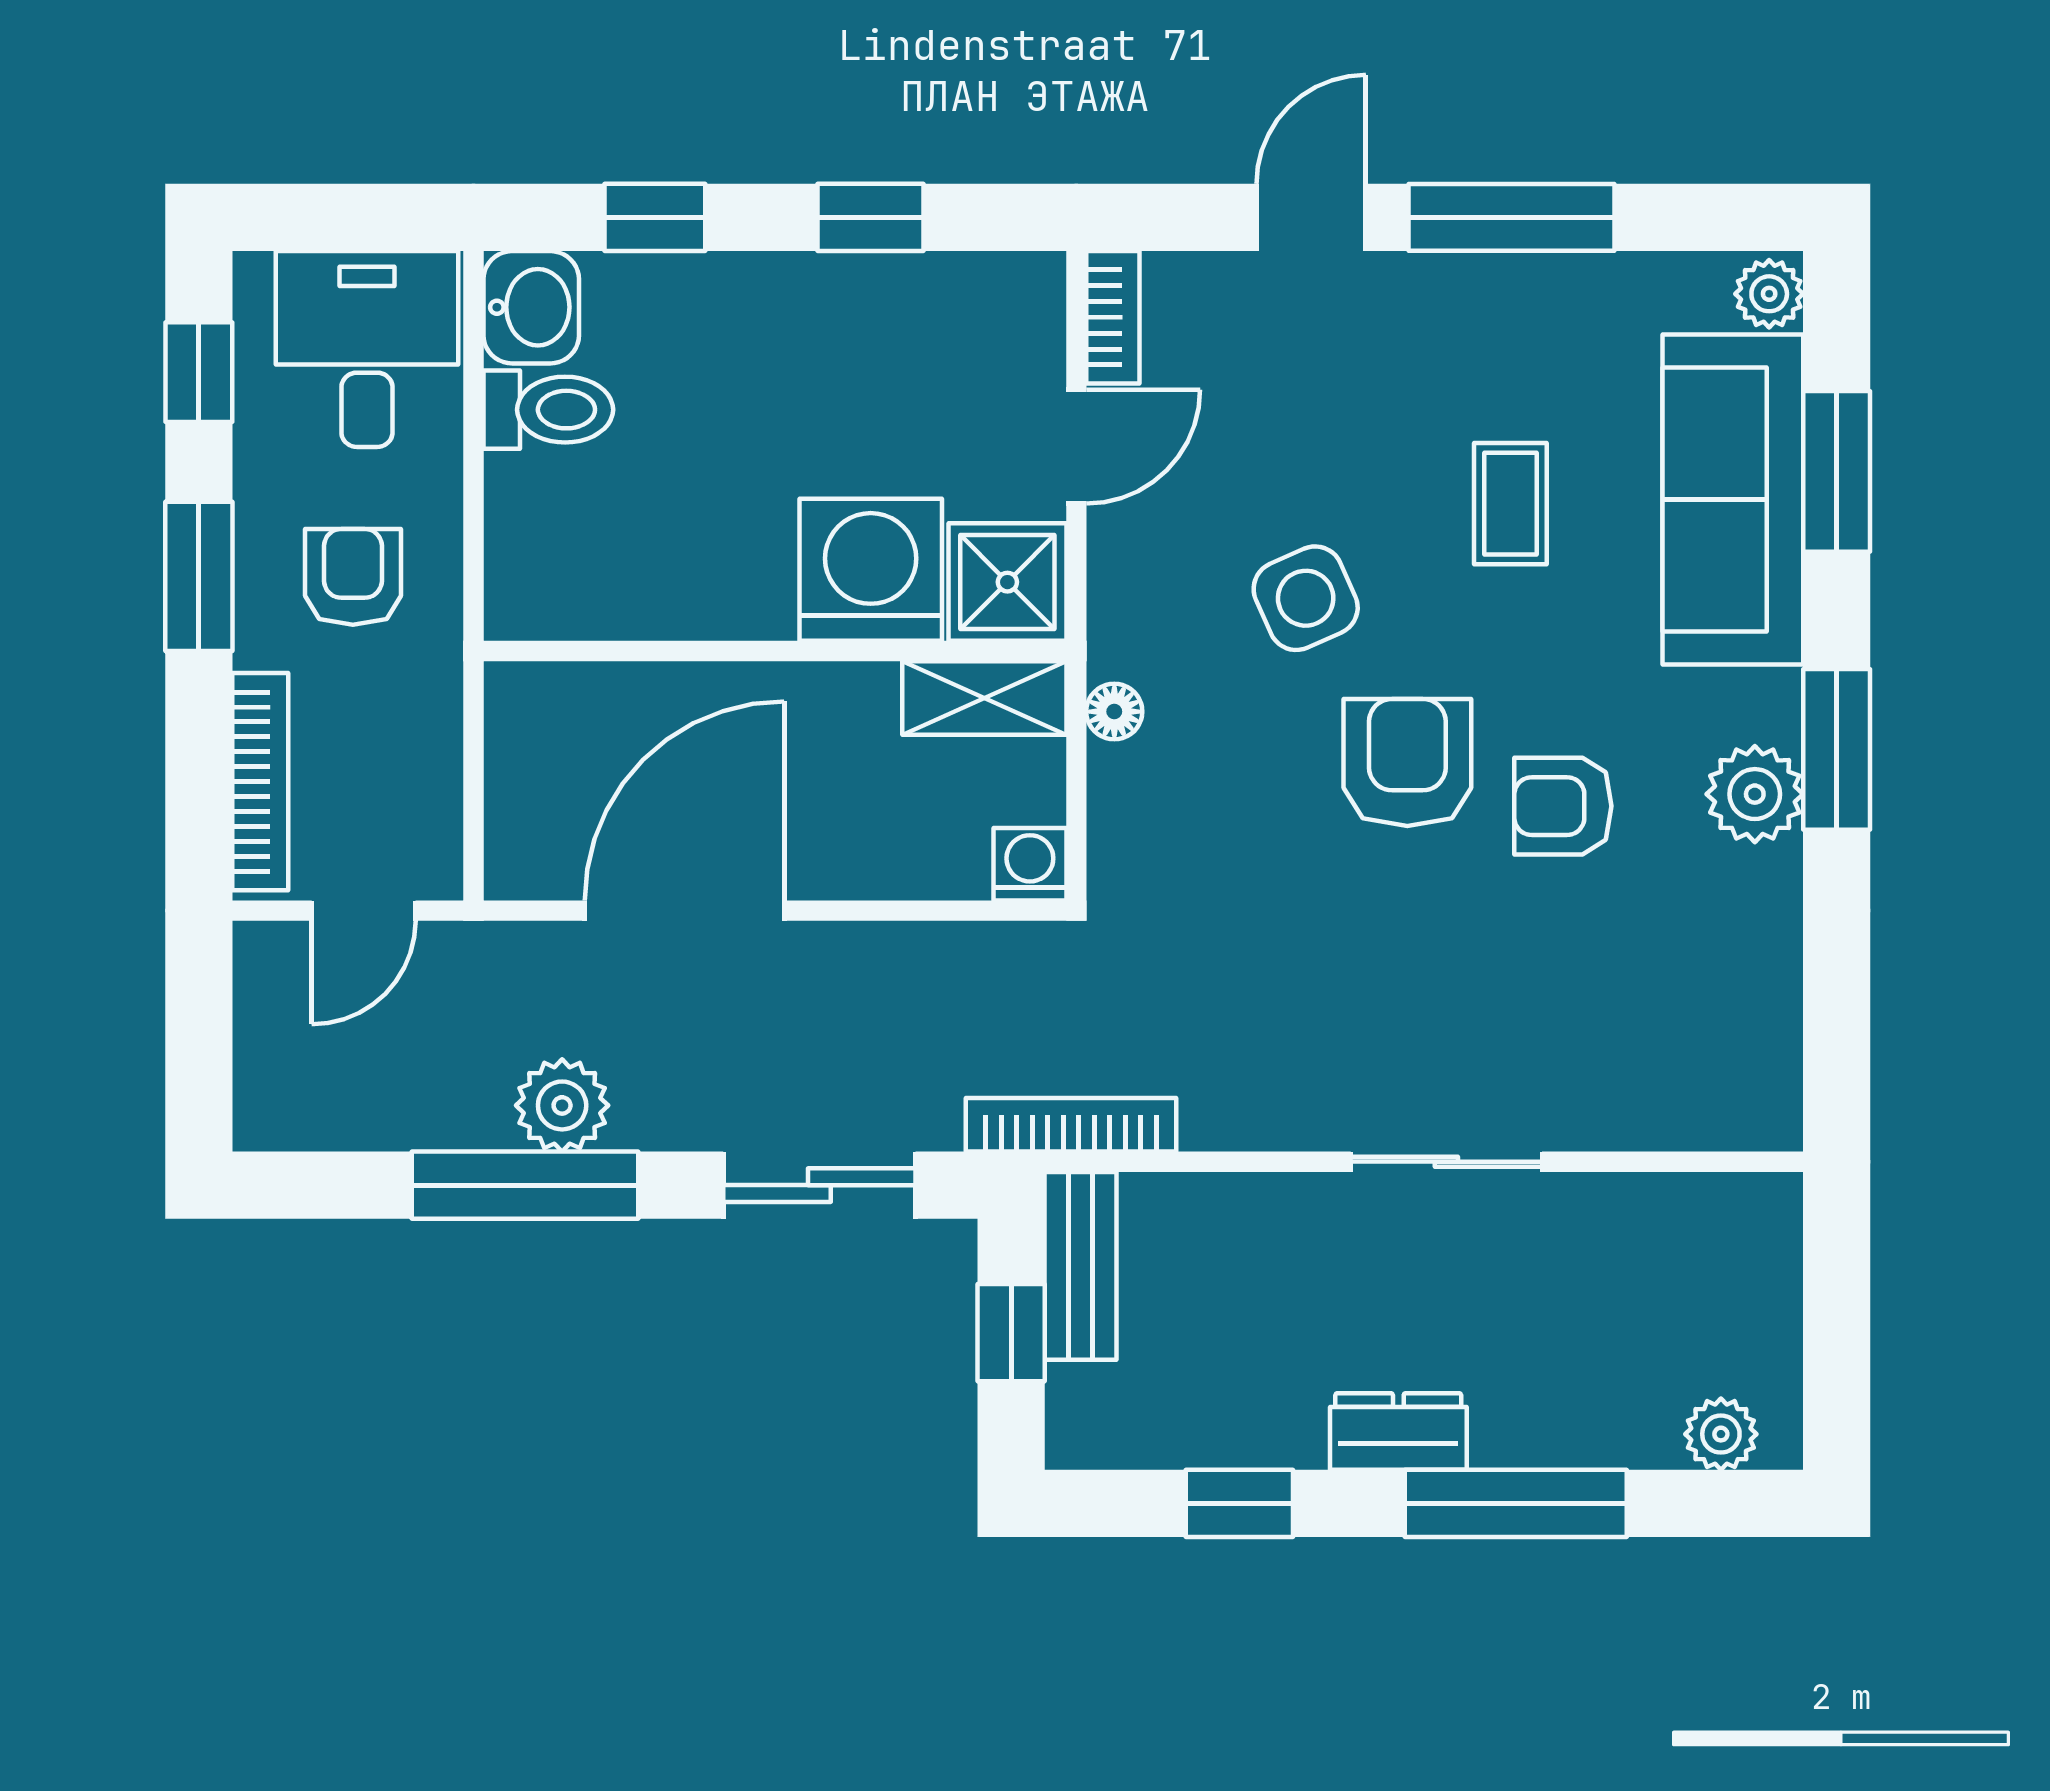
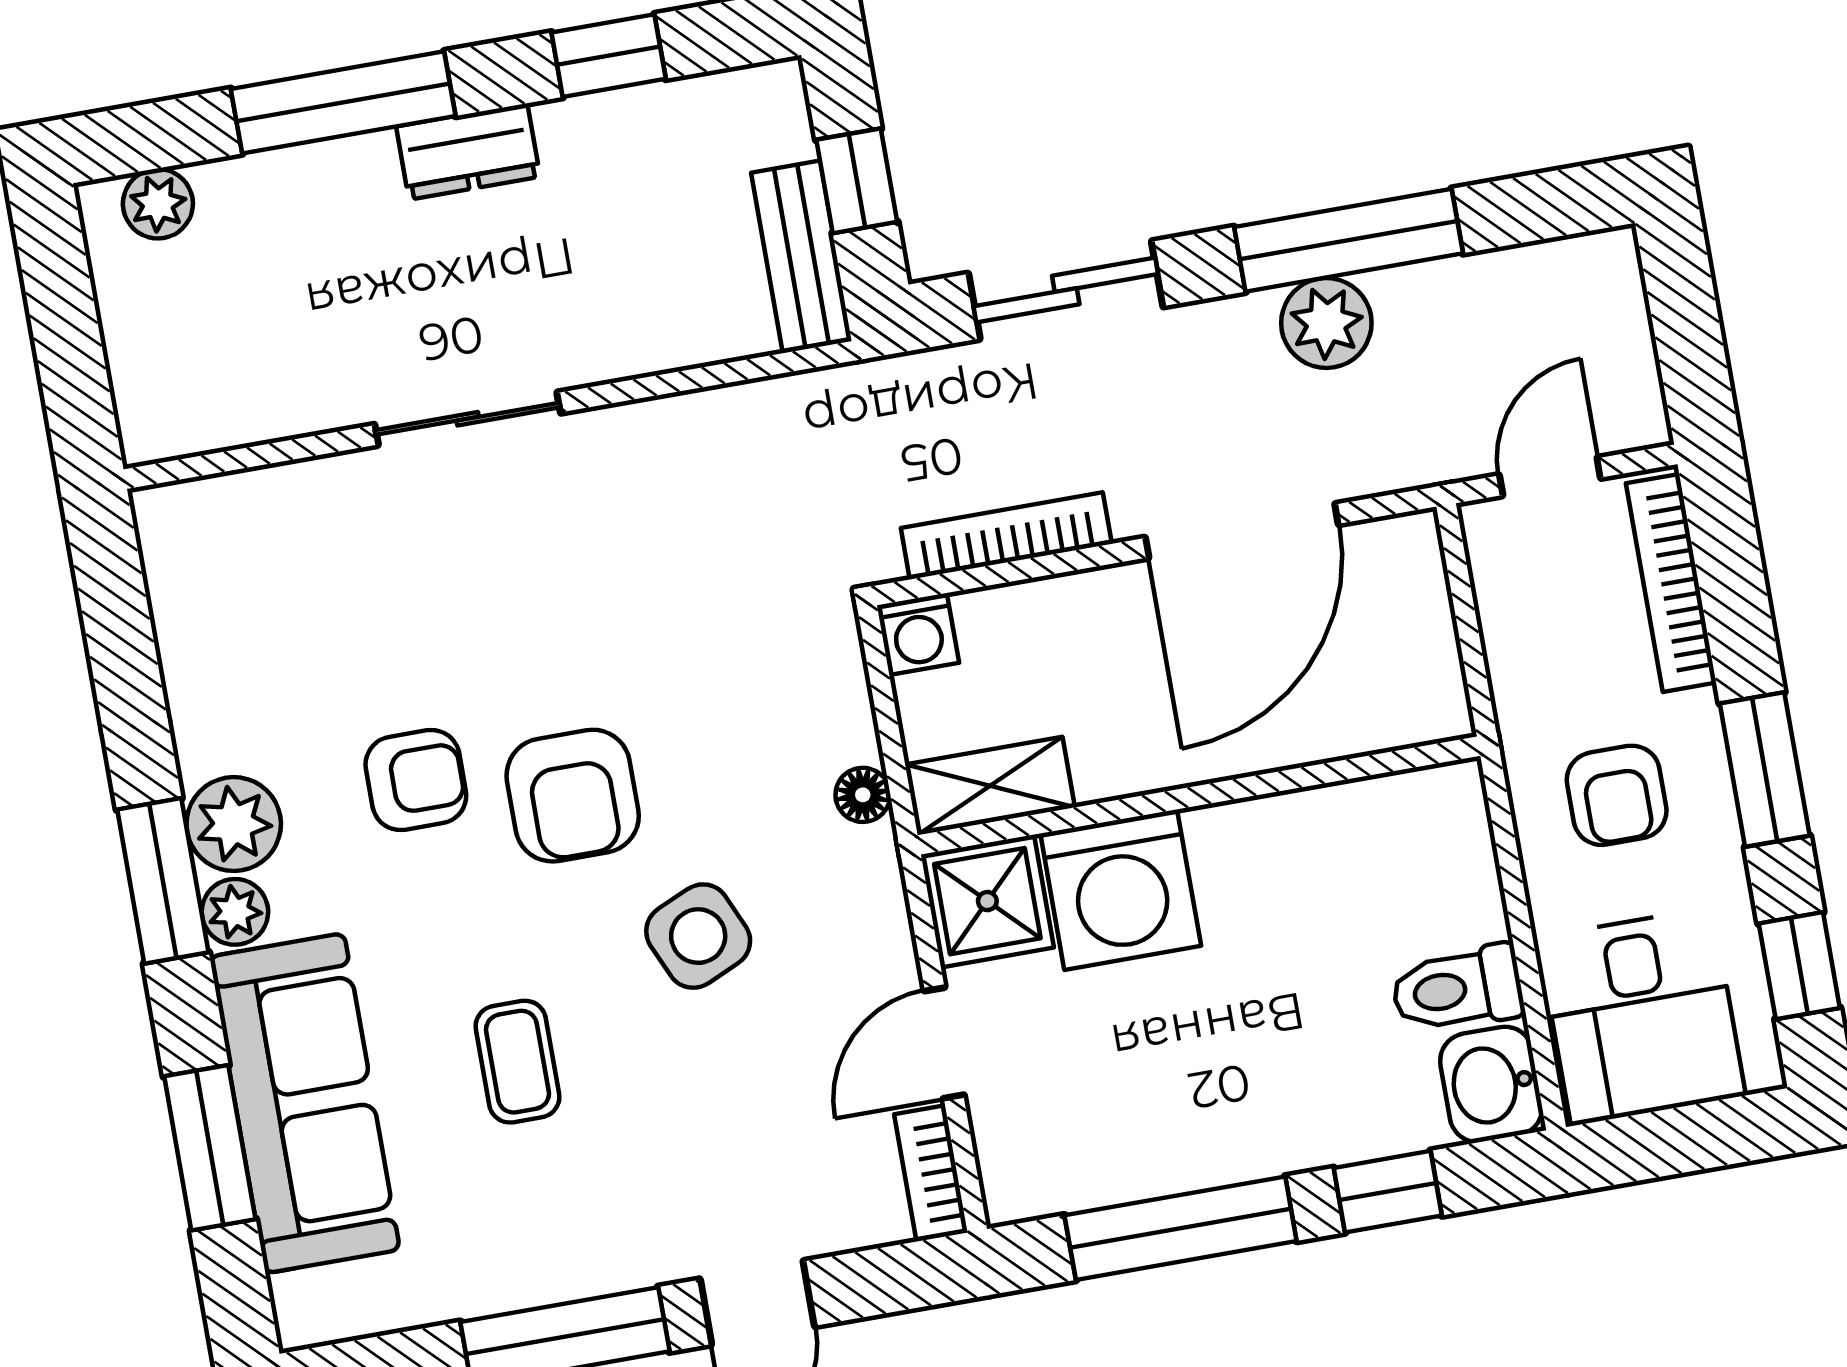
window: (870, 217) -> (1181, 1228), width x2.17
plant: (1769, 294) -> (235, 912), moved
bookcase: (1071, 1125) -> (1006, 536), moved, turned 180

